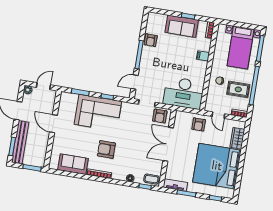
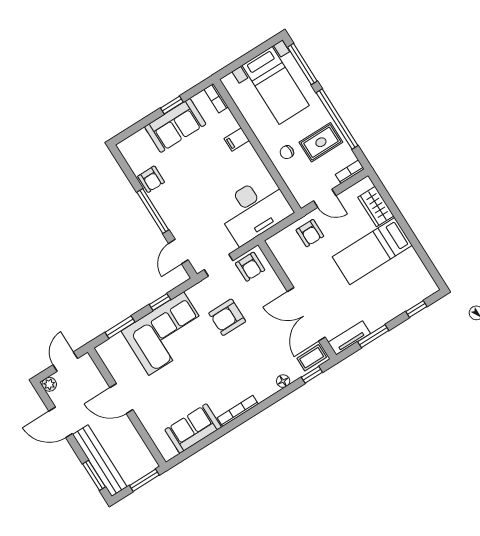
double door: (168, 144) -> (306, 314), moved
armchair: (106, 149) -> (227, 317), moved
bed: (217, 166) -> (372, 251), width x0.49

